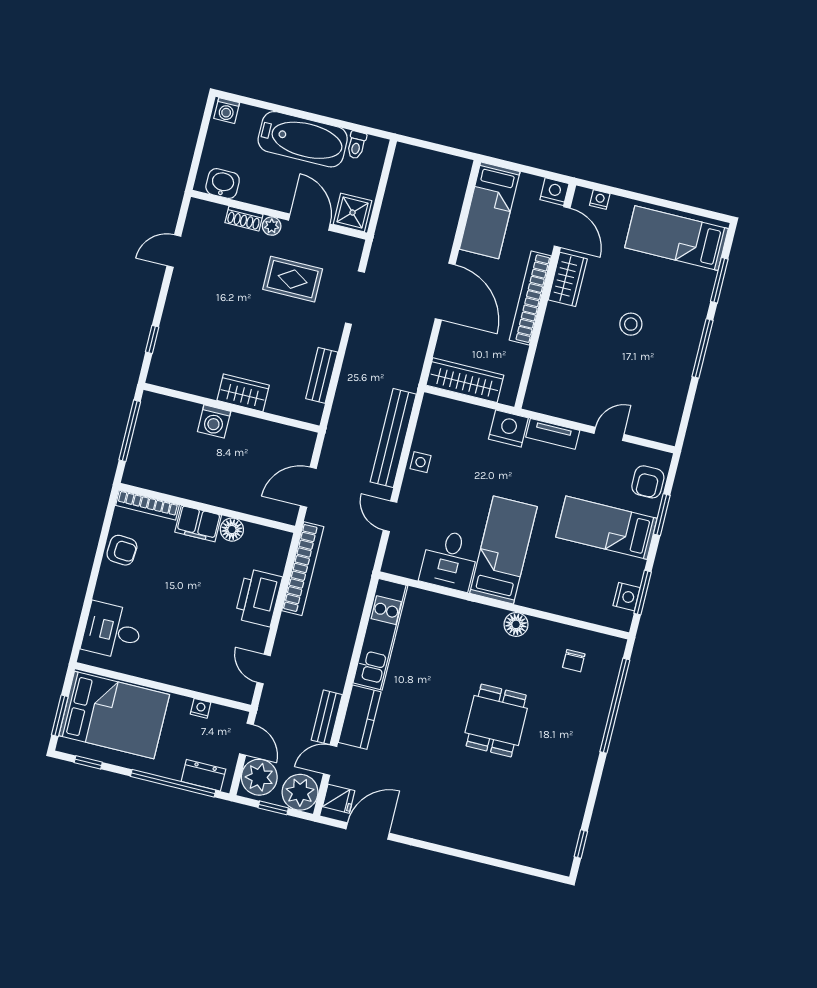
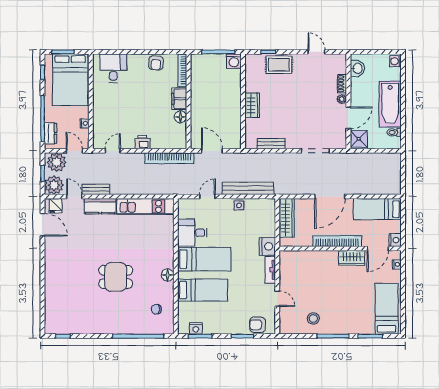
rug: (293, 279) -> (279, 65), moved, turned 90
stool: (631, 324) -> (313, 319), moved
washing machine: (214, 421) -> (234, 61), moved, turned -90
bed: (606, 528) -> (203, 290), moved, turned 90
printer: (258, 598) -> (142, 142), width x0.53, depth x0.68
door: (246, 739) -> (74, 151), swing flipped

